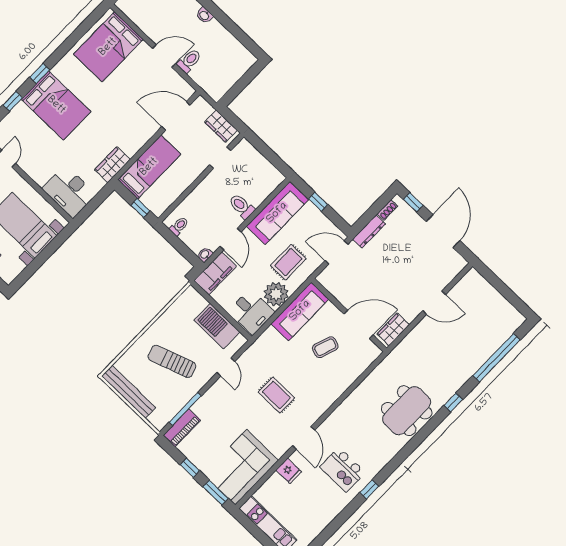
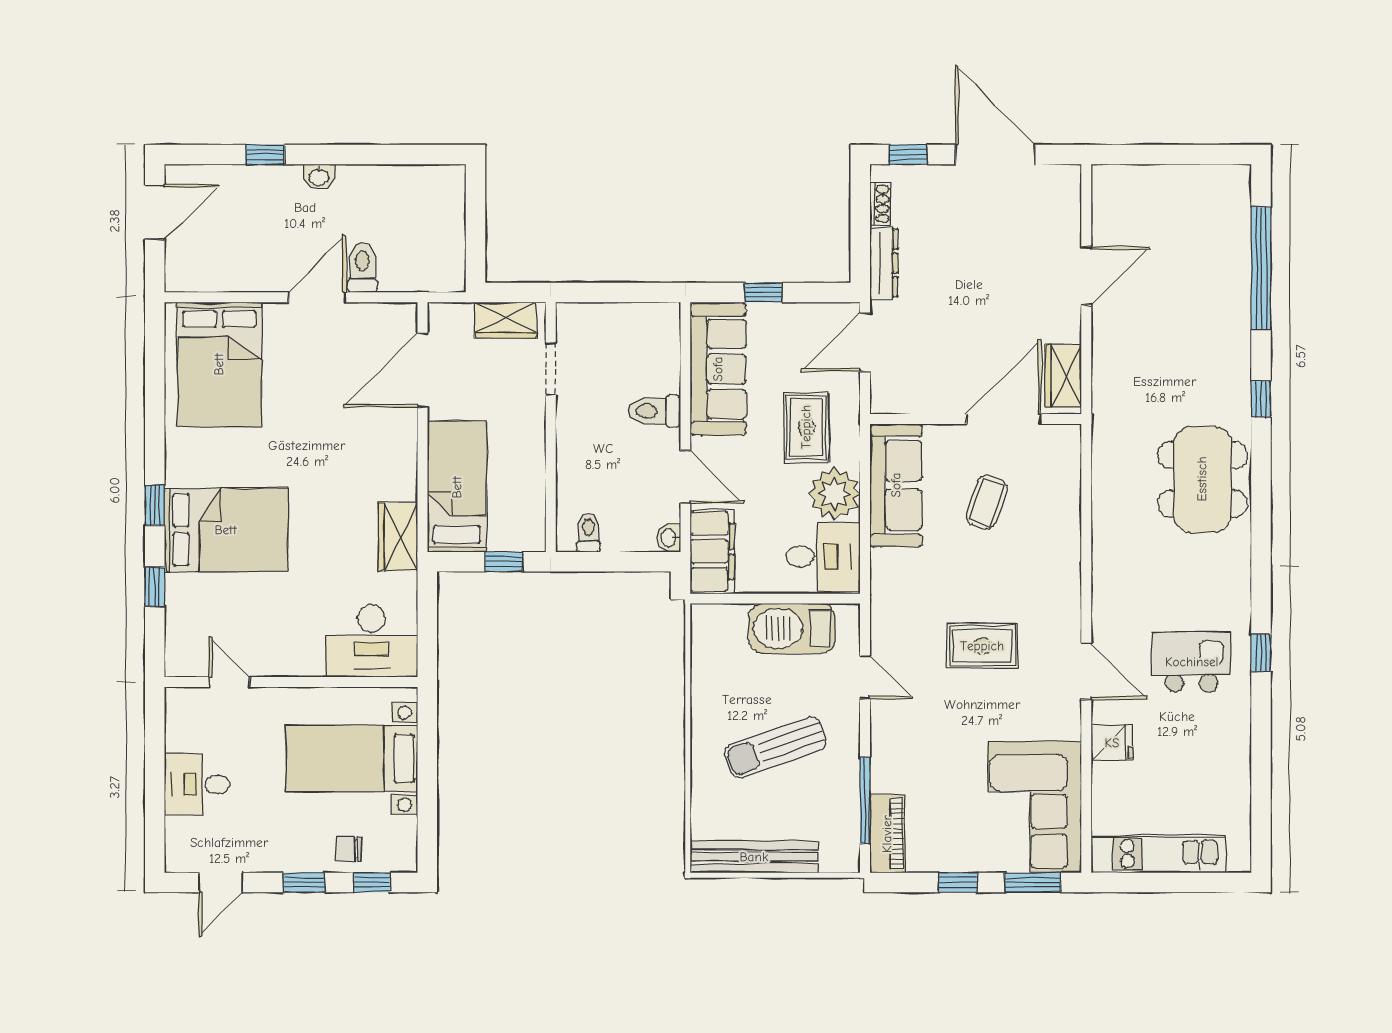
kitchen island: (343, 470) -> (1192, 662), turned 180

